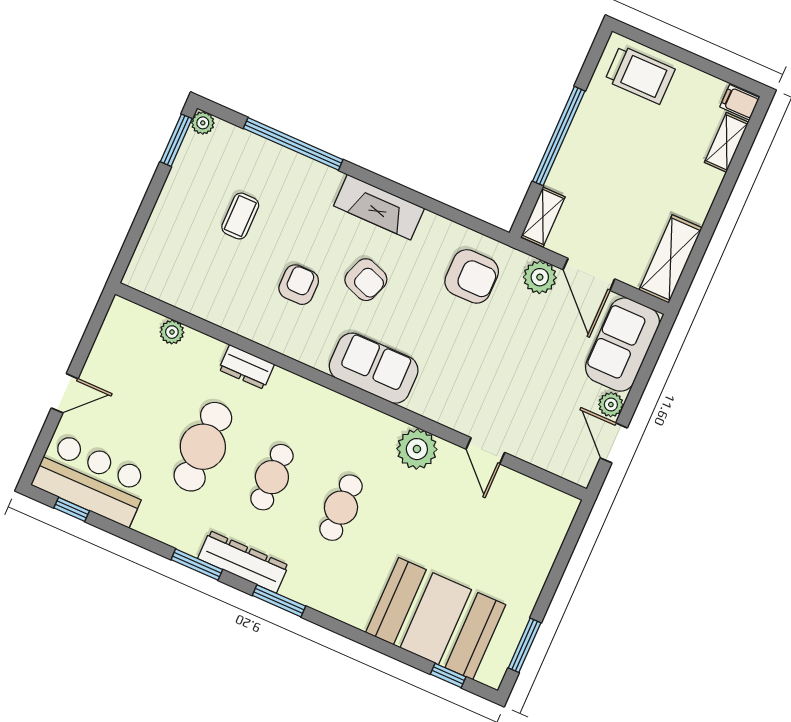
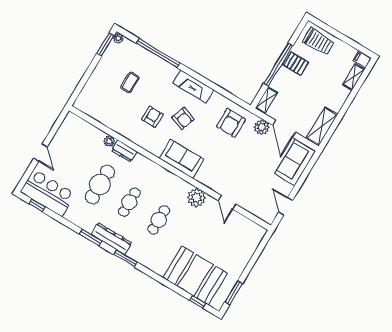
pallet: (597, 129) -> (296, 64), added
armchair: (472, 276) -> (231, 123), turned 90
plant: (172, 332) -> (109, 141), moved
door: (65, 393) -> (41, 153), hinge flipped
plant: (611, 405) -> (287, 189), removed

